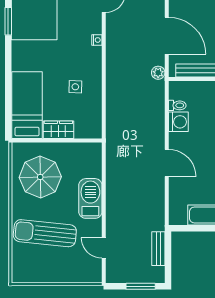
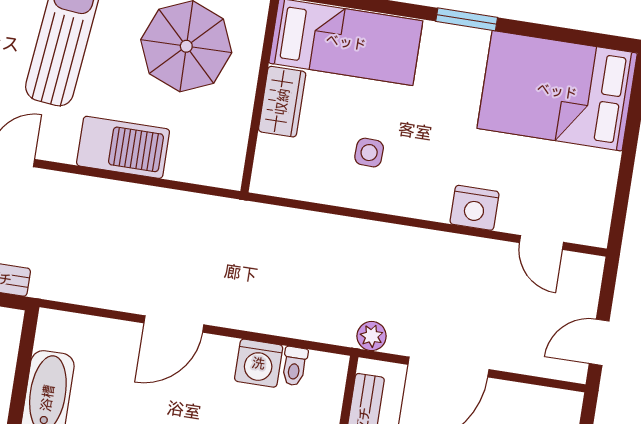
window: (8, 21) -> (467, 19), moved
nightstand: (97, 40) -> (474, 208), width x1.89, depth x1.79

